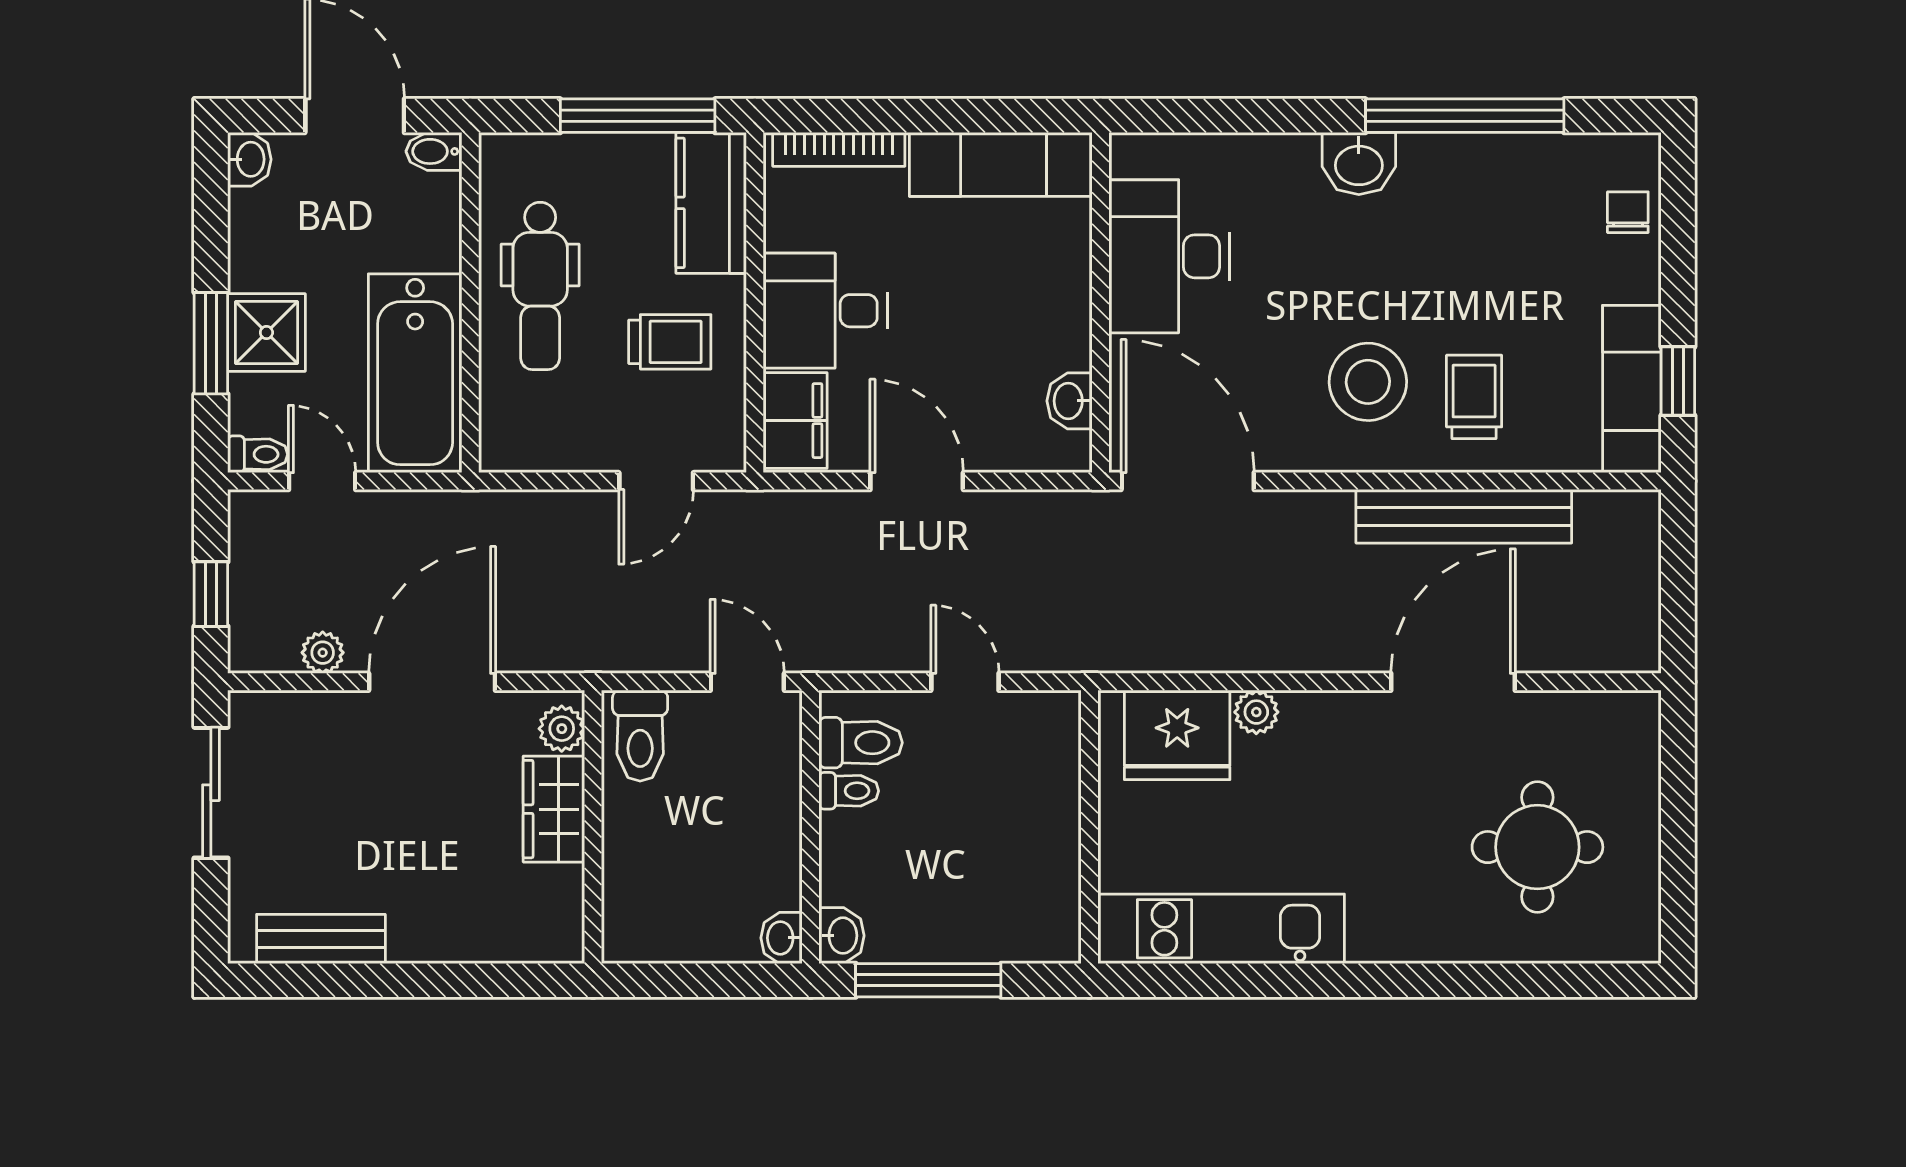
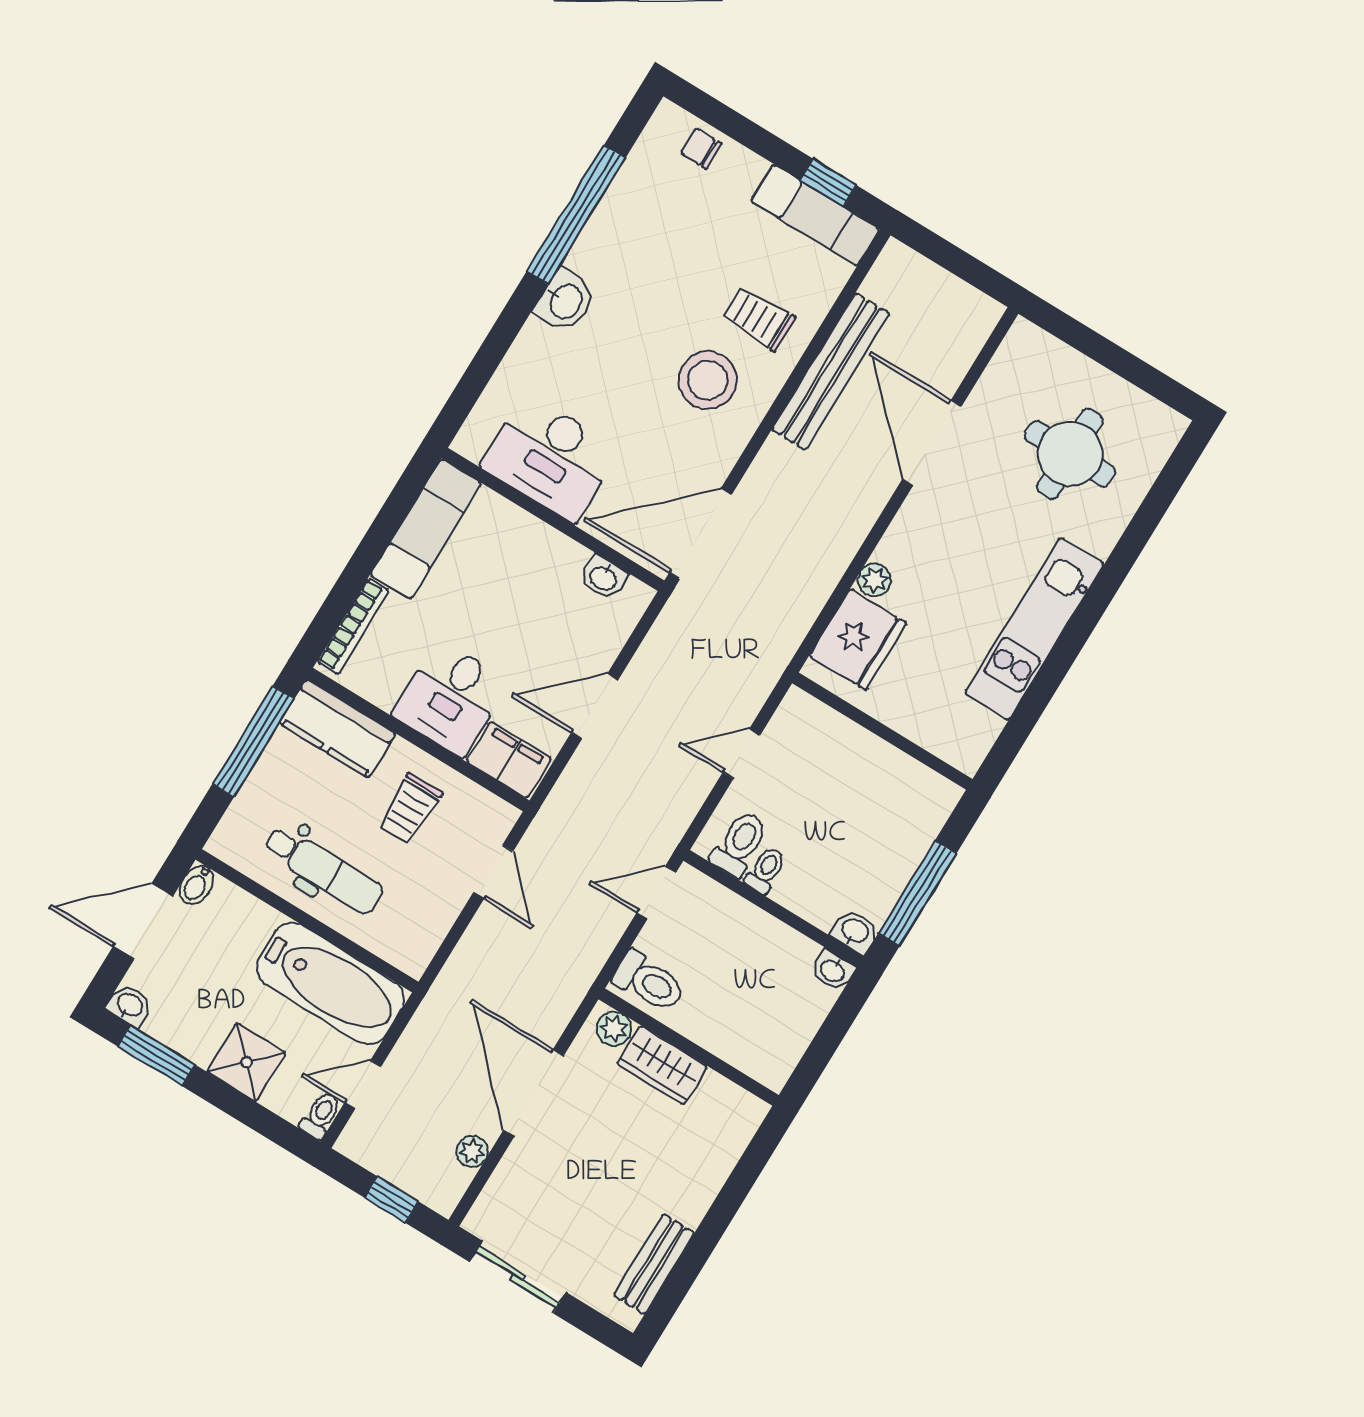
trolley: (670, 342) -> (410, 809), turned 180
window: (211, 343) -> (156, 1056), moved
kitchen unit: (1221, 929) -> (1034, 629), moved

